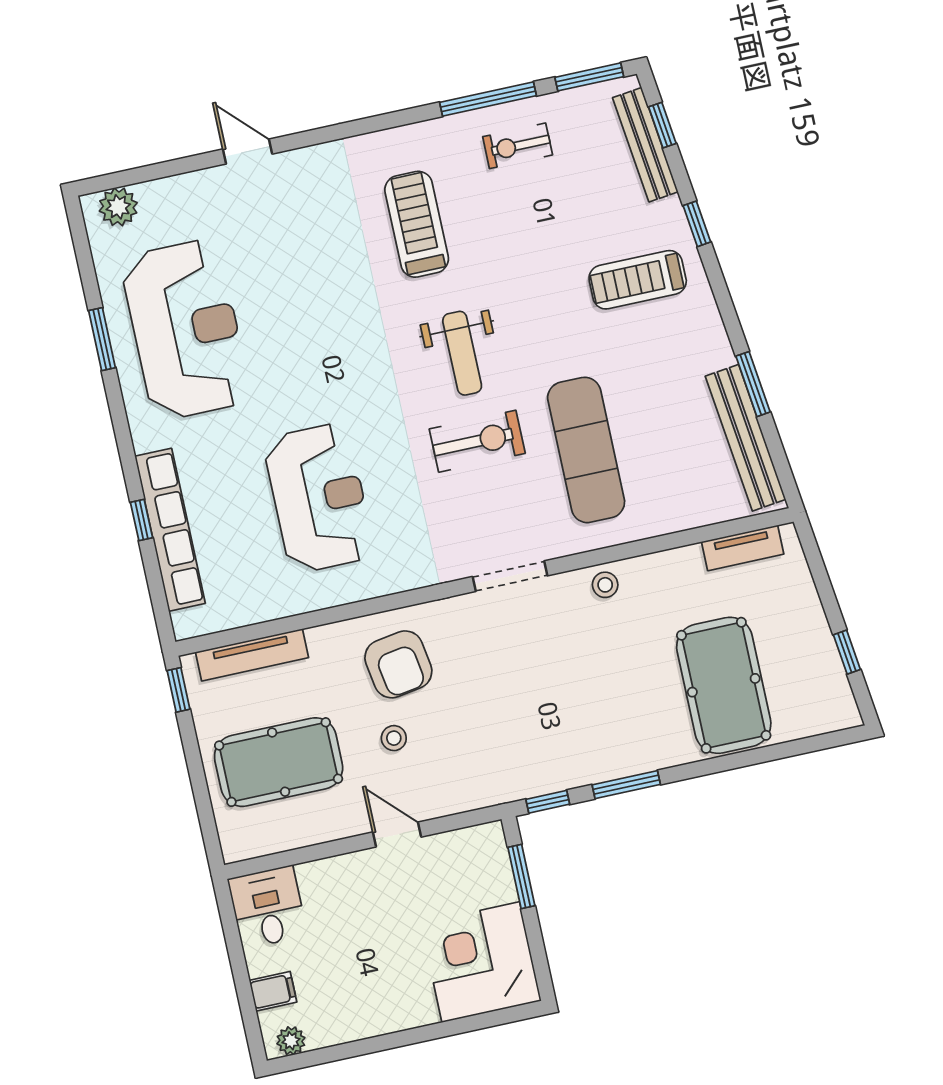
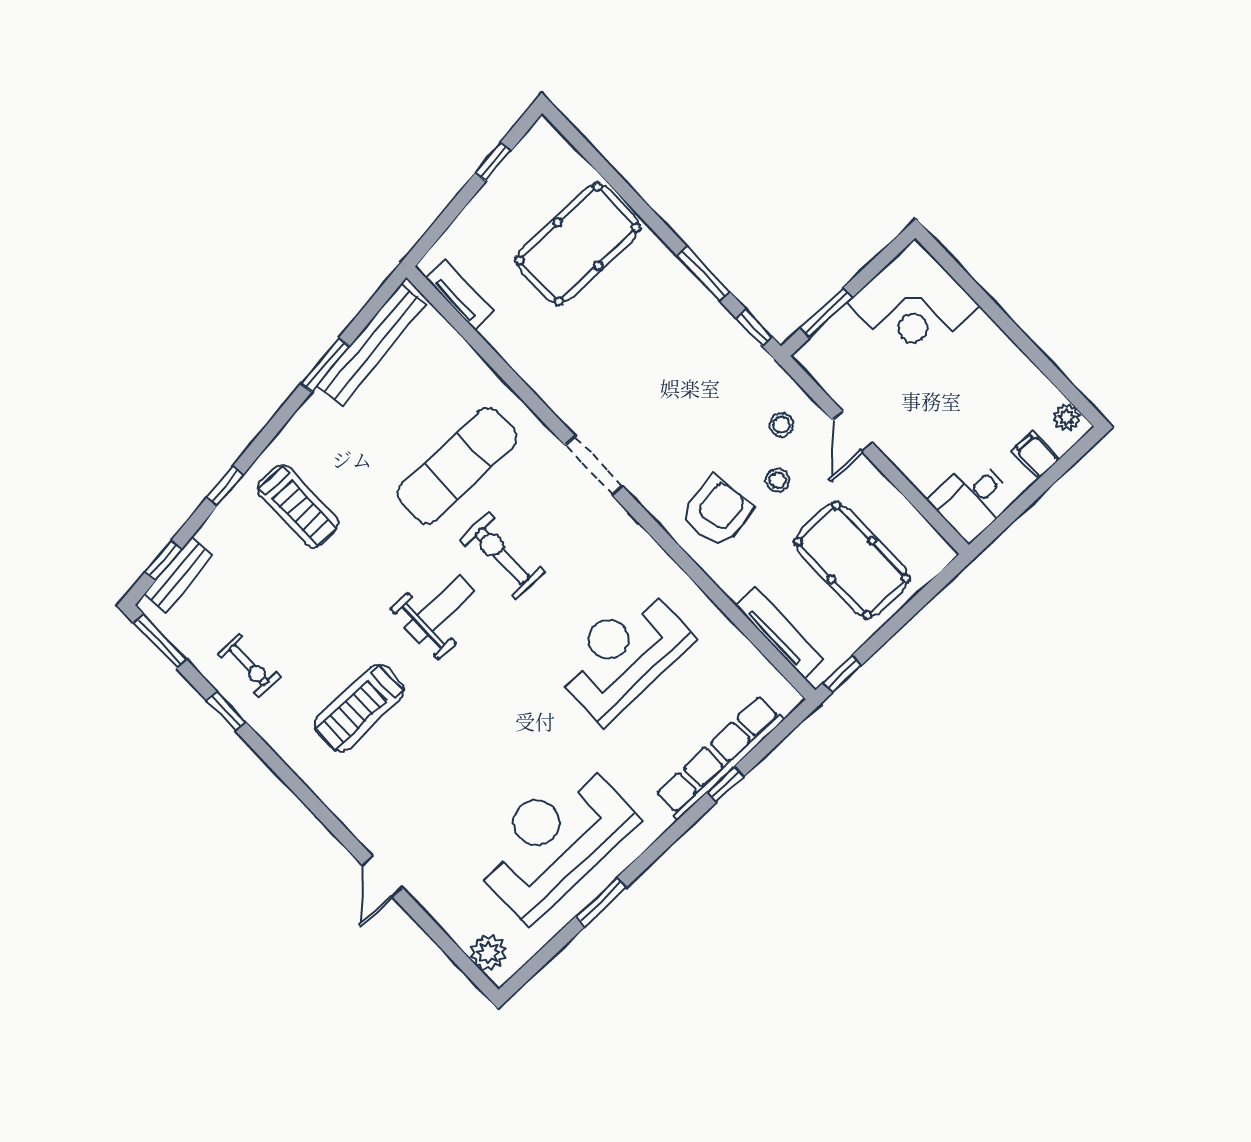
window: (488, 99) -> (226, 711), width x0.46
bench: (645, 145) -> (178, 575), width x0.73
stool: (605, 585) -> (781, 425), moved

